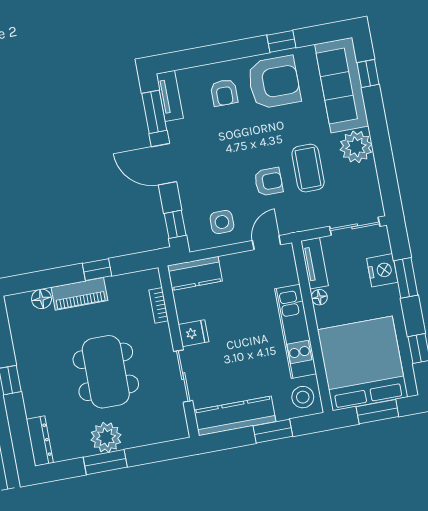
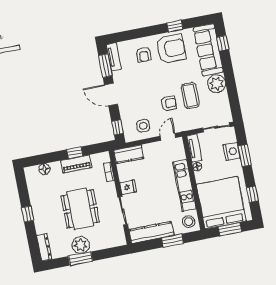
piano: (79, 294) -> (76, 164), moved

